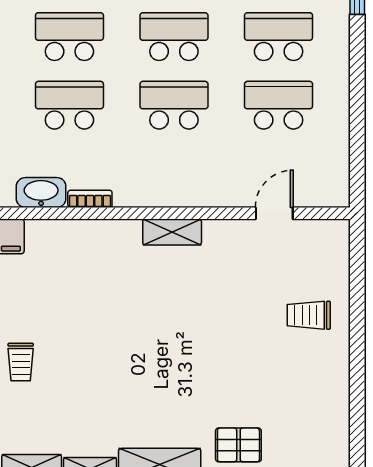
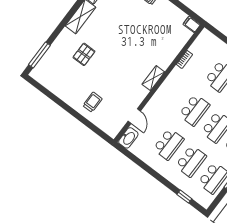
washbasin: (41, 192) -> (128, 138), moved
pallet: (238, 445) -> (84, 54), moved

